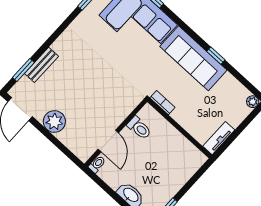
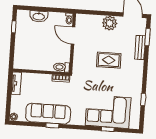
sofa: (193, 58) -> (48, 114), moved
rug: (90, 79) -> (109, 60), added
toilet: (139, 128) -> (62, 67), moved

